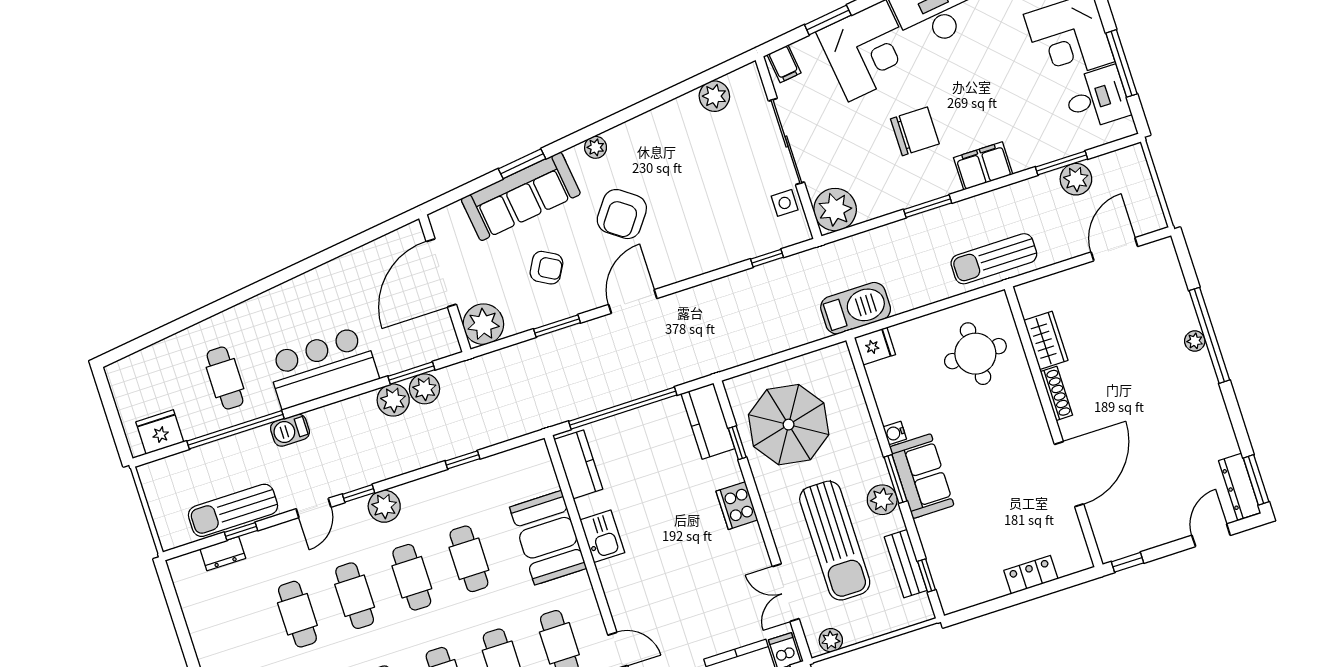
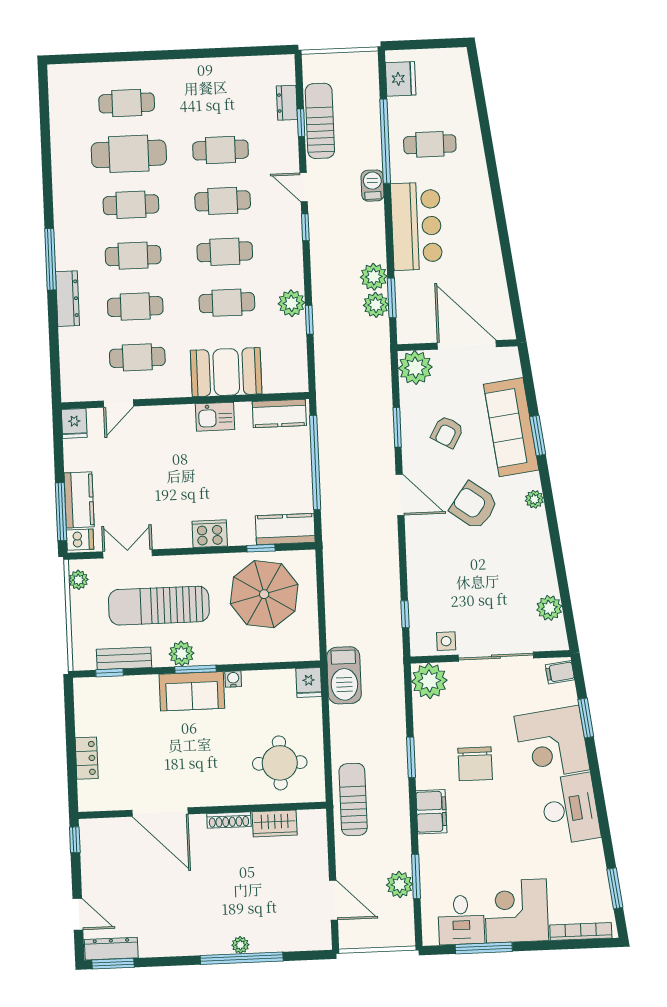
plant: (384, 506) -> (291, 303), moved

